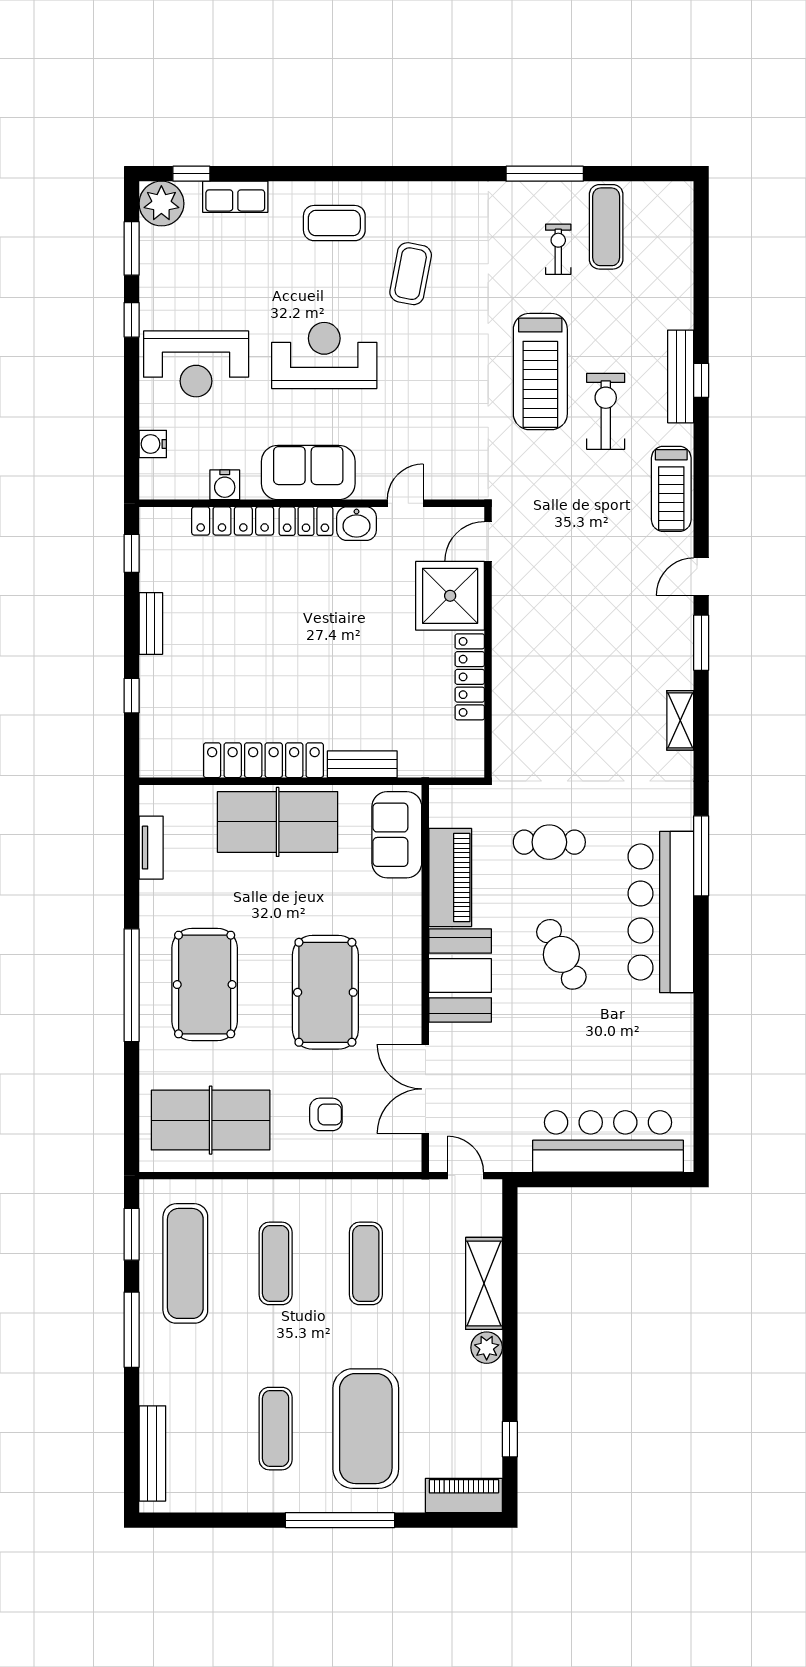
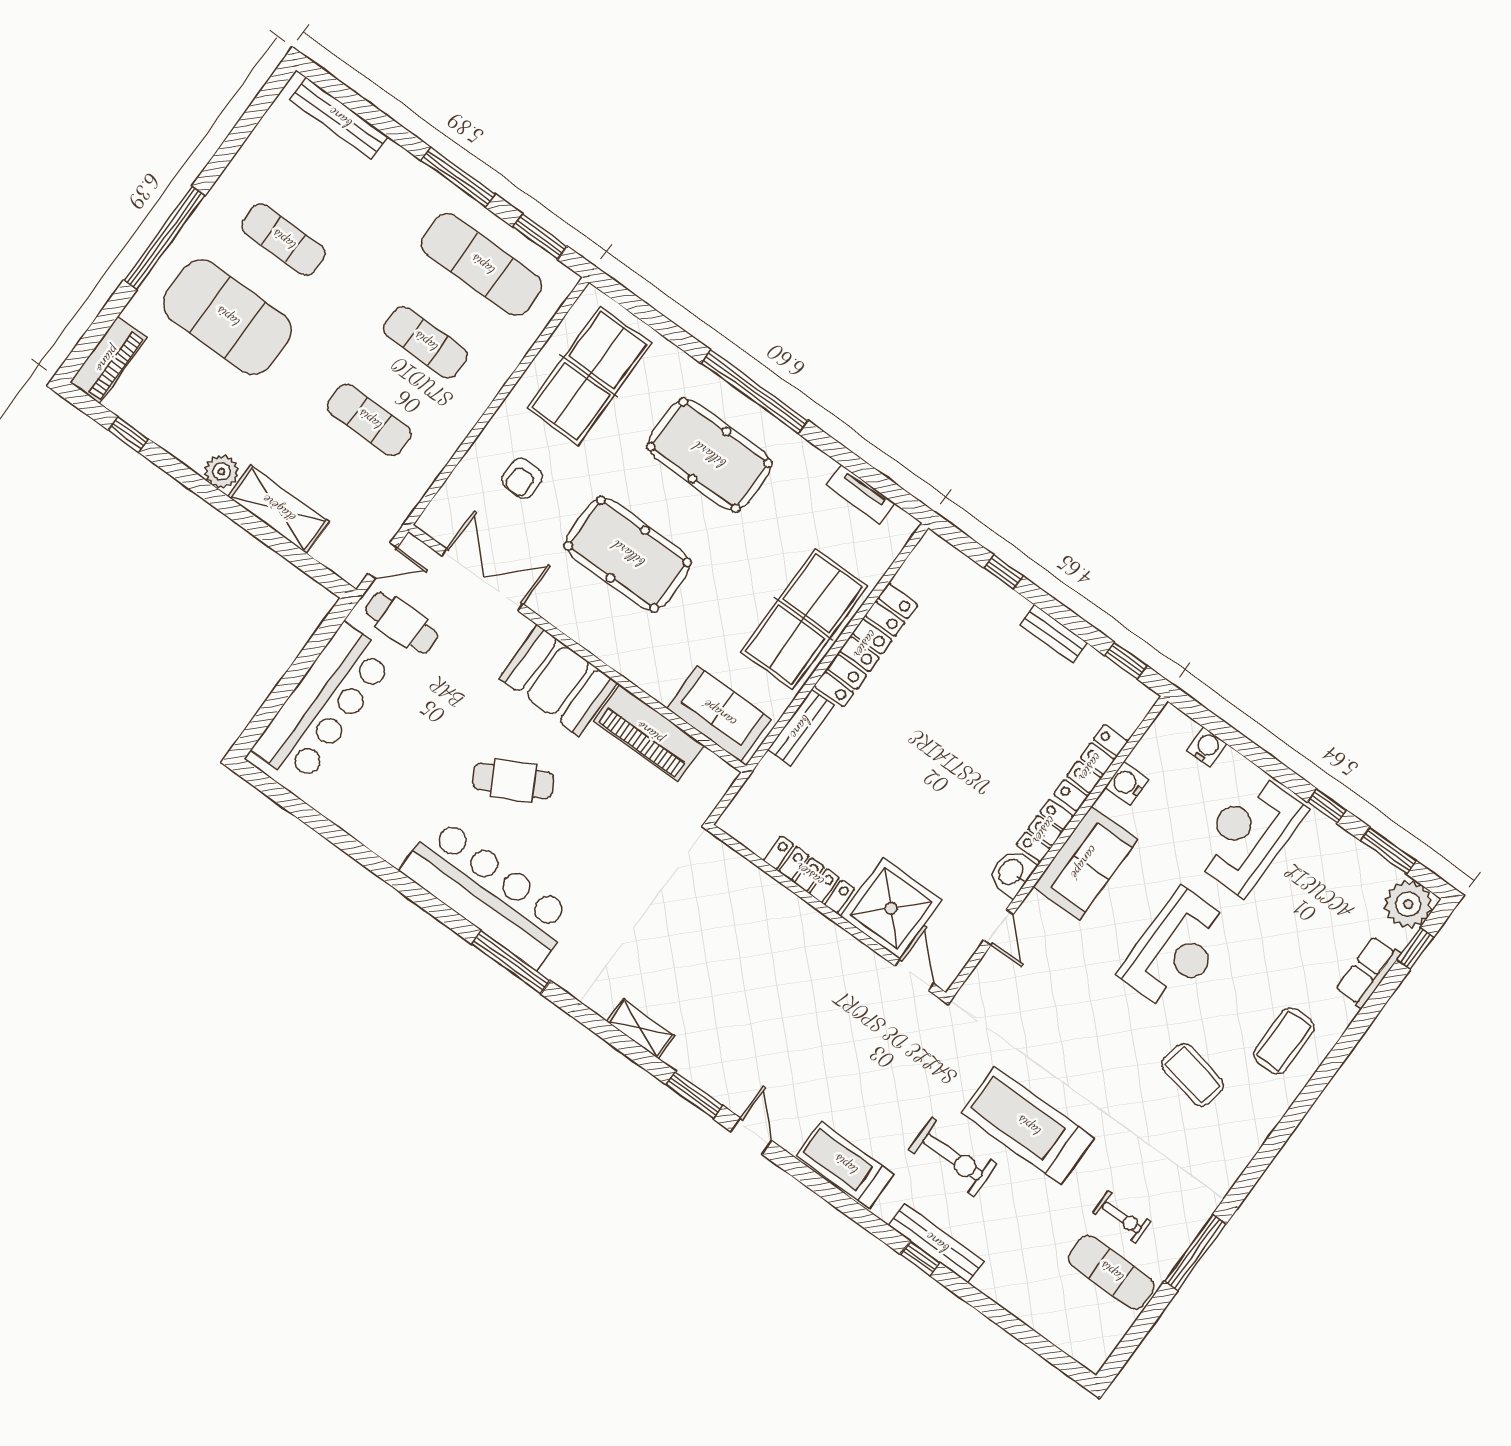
cafe table: (549, 842) -> (401, 623), moved, turned 90

